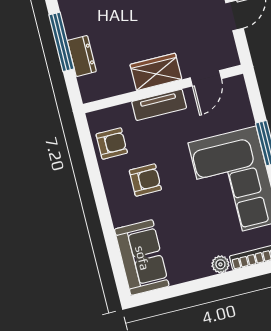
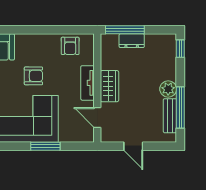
window: (62, 42) -> (125, 30), moved
armchair: (145, 180) -> (33, 76), moved, turned -90

